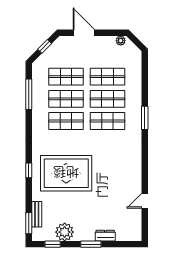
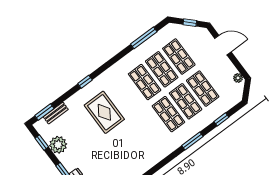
door: (84, 33) -> (223, 45), hinge flipped
window: (145, 80) -> (221, 119), added
rug: (66, 173) -> (104, 112), width x0.73, depth x0.69

